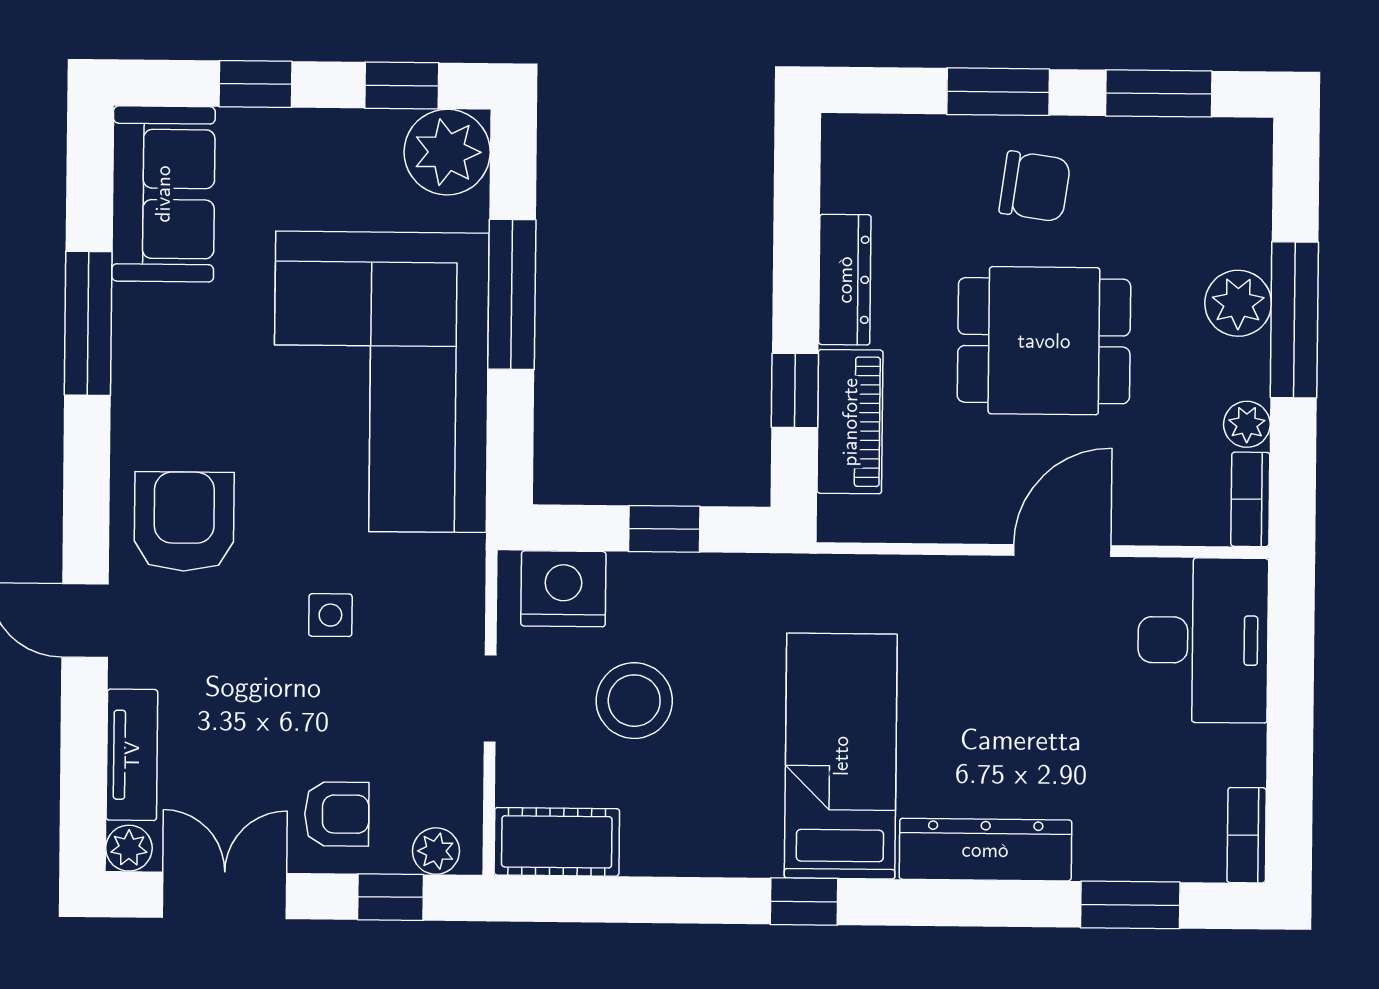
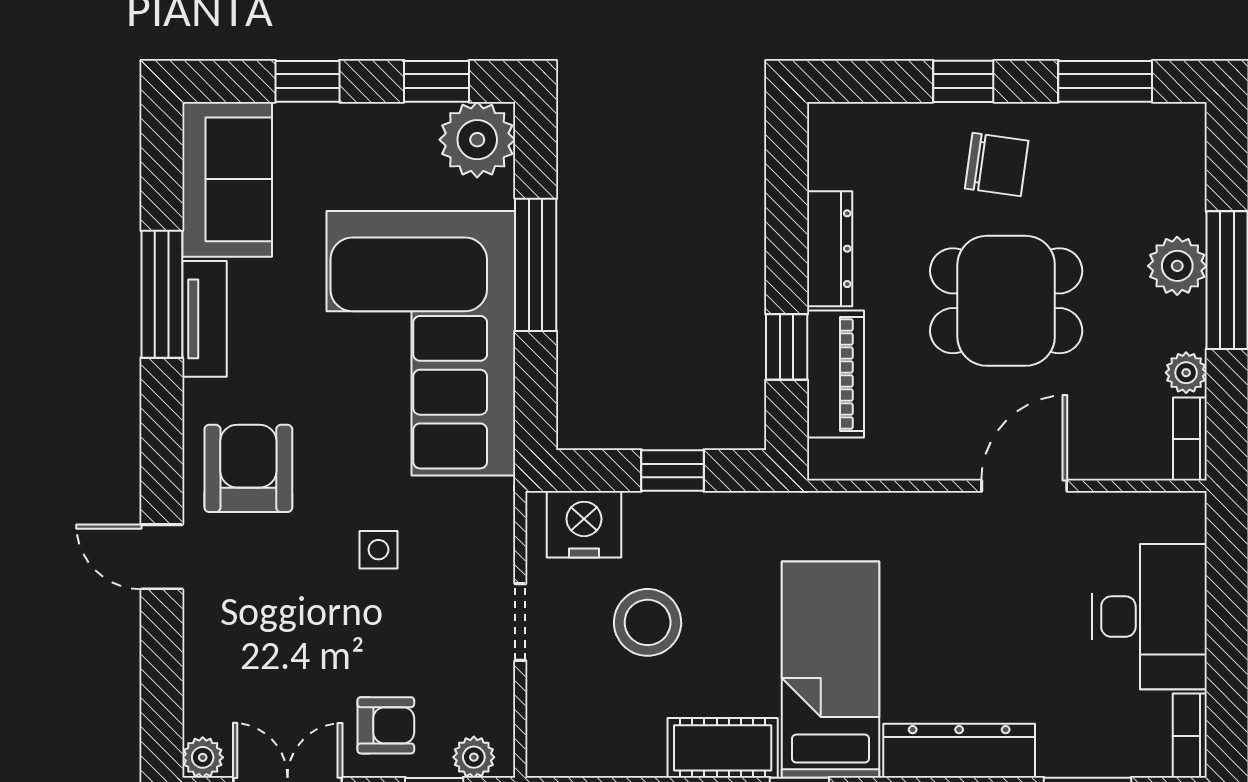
window: (998, 92) -> (963, 81), width x0.67
desk: (1203, 640) -> (1149, 617), moved
tv unit: (132, 755) -> (204, 319), moved
cot: (557, 842) -> (723, 748), moved

